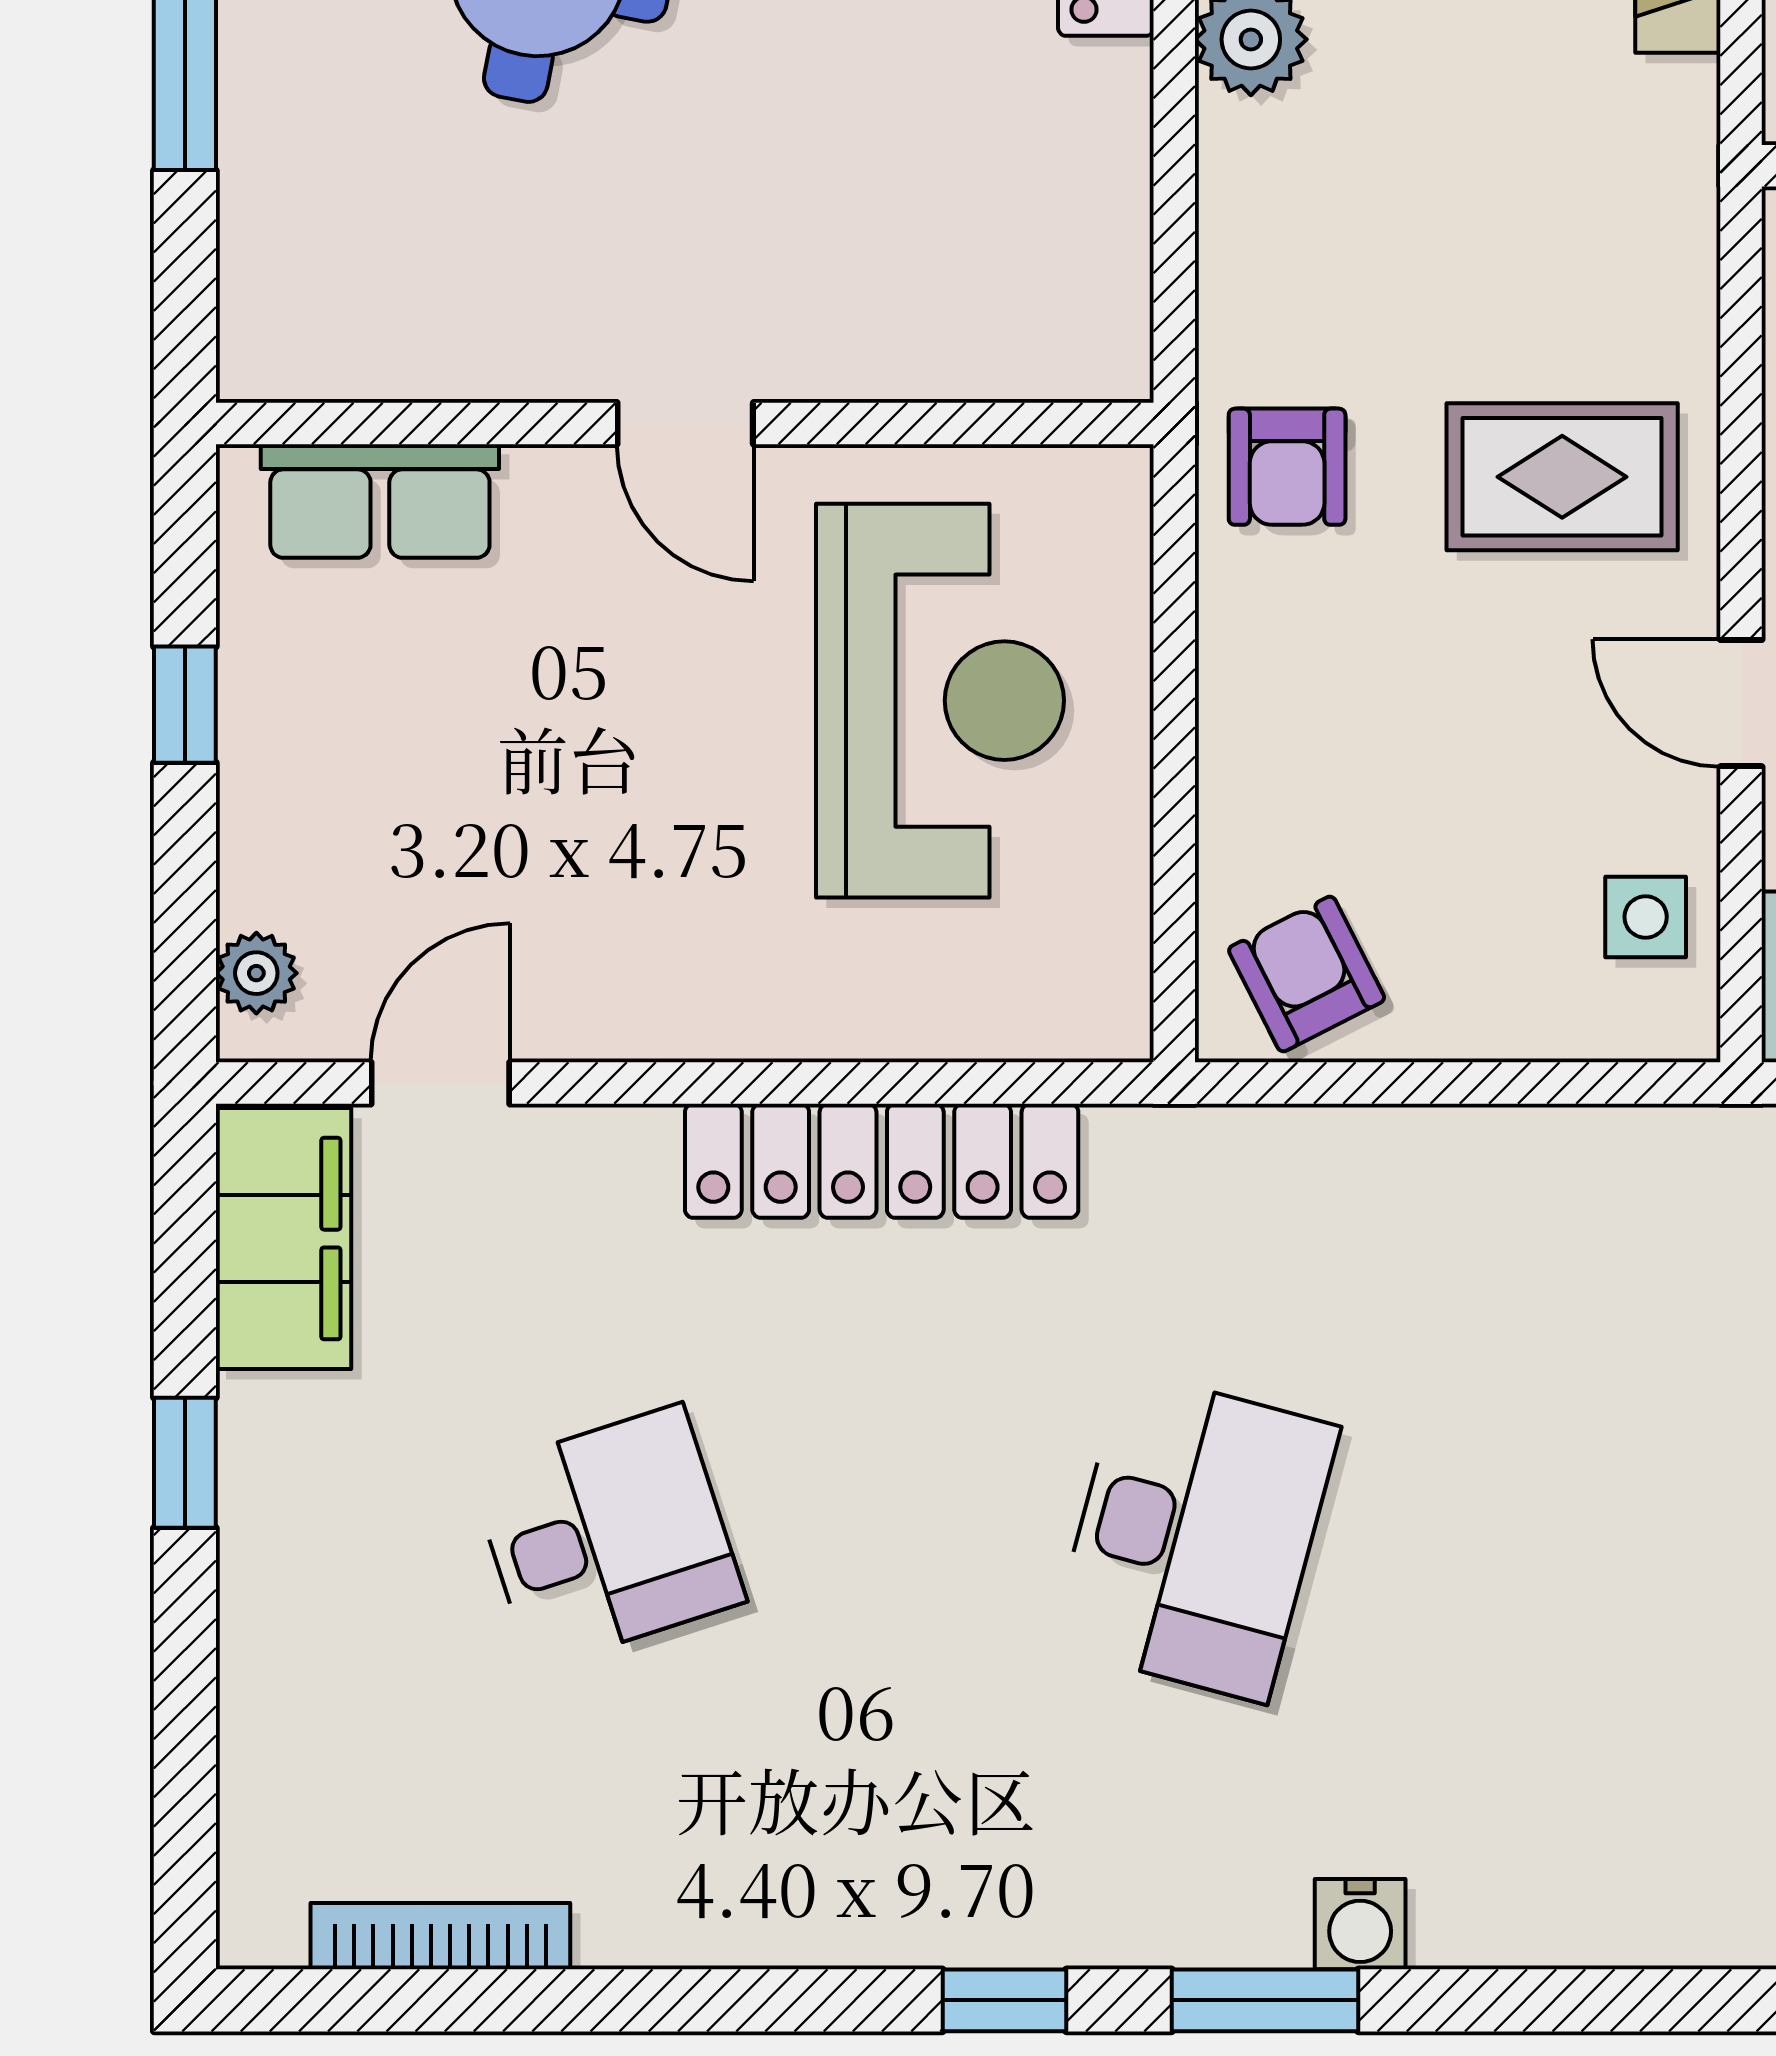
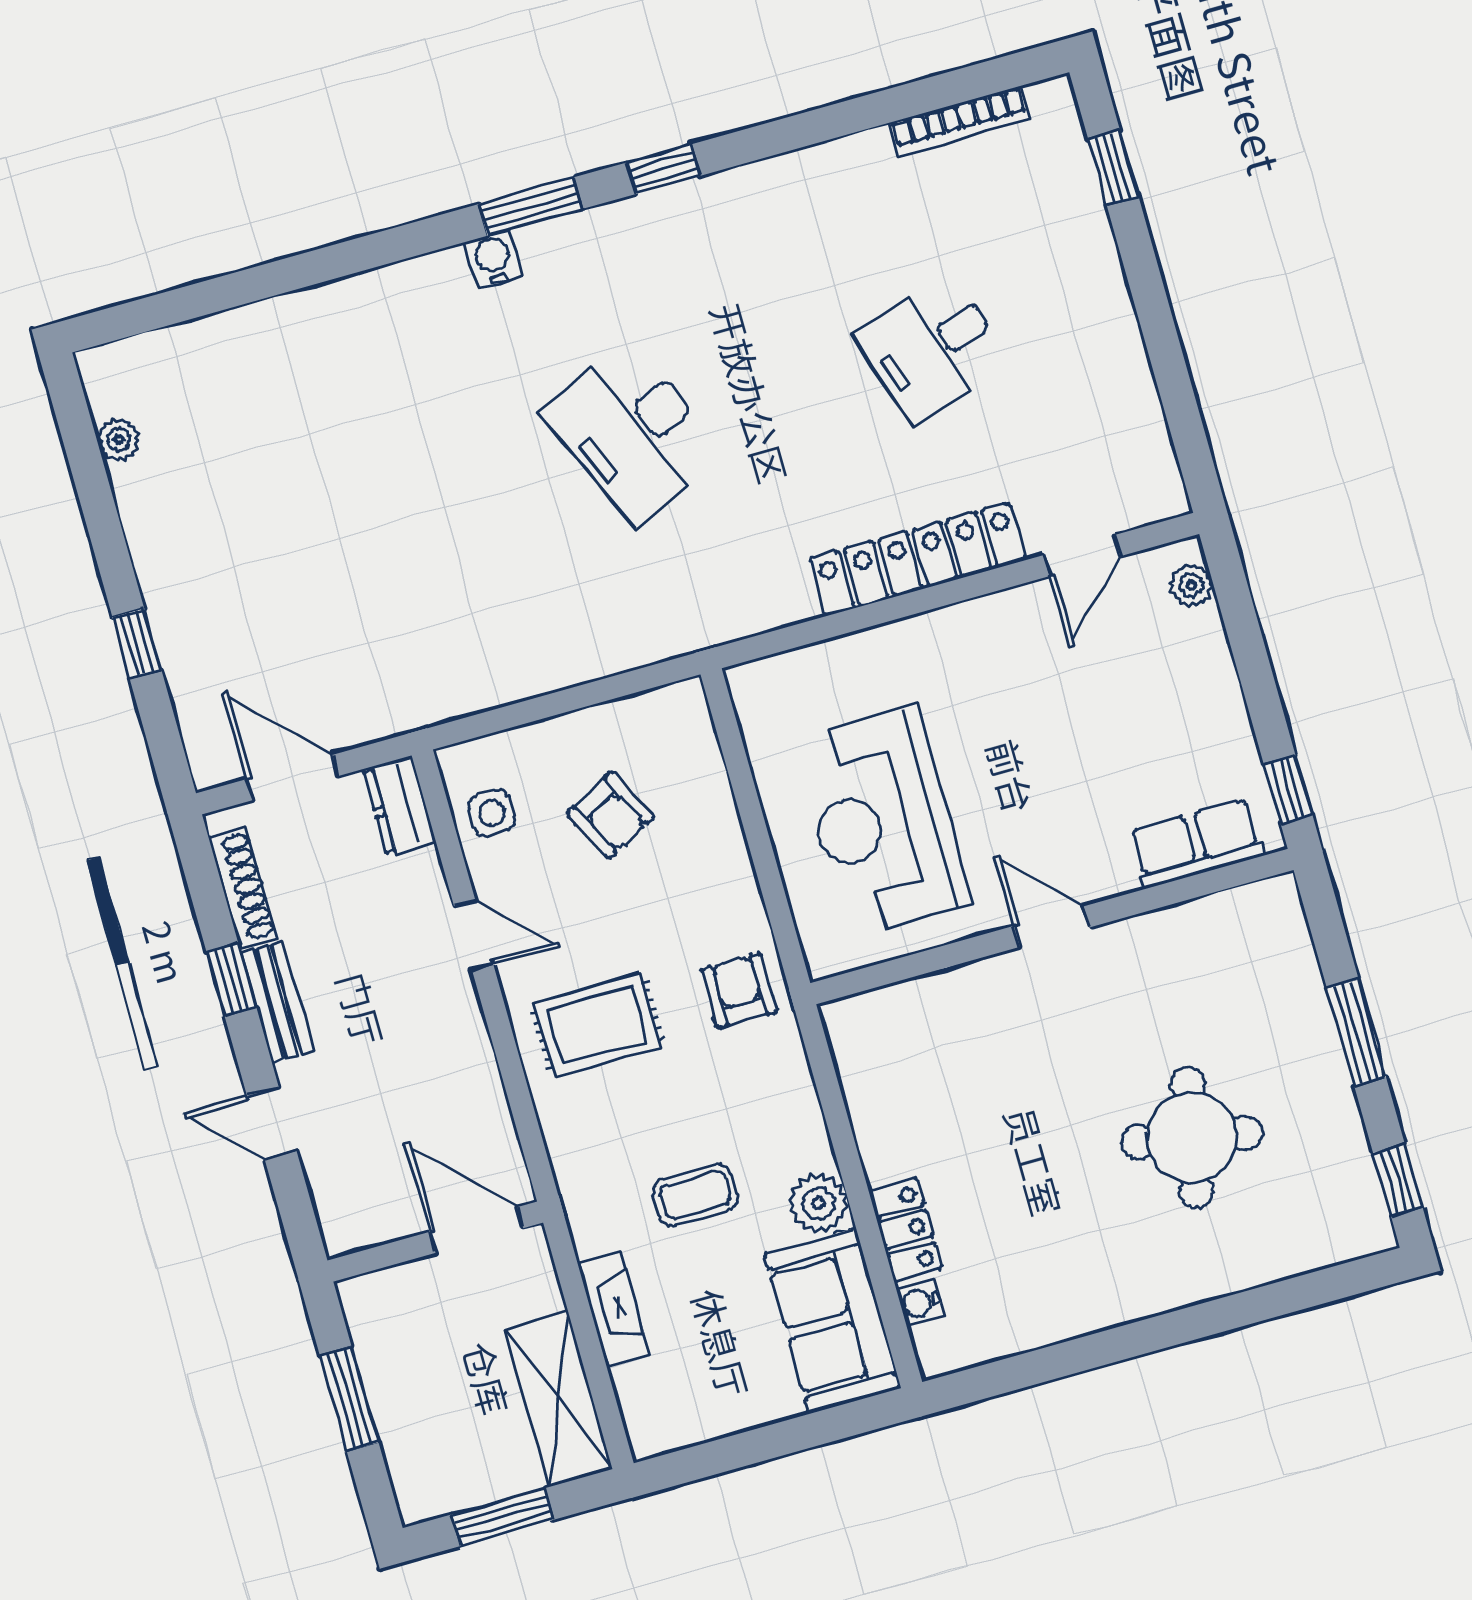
coffee table: (1471, 117) -> (695, 1195), added
window: (185, 705) -> (1288, 789), moved
armchair: (1307, 974) -> (611, 815), moved
locker: (882, 1161) -> (918, 559), moved
filing cabinet: (283, 1239) -> (1140, 454), removed
window: (185, 1463) -> (1113, 168), moved
desk: (1195, 1537) -> (633, 433), turned -39

